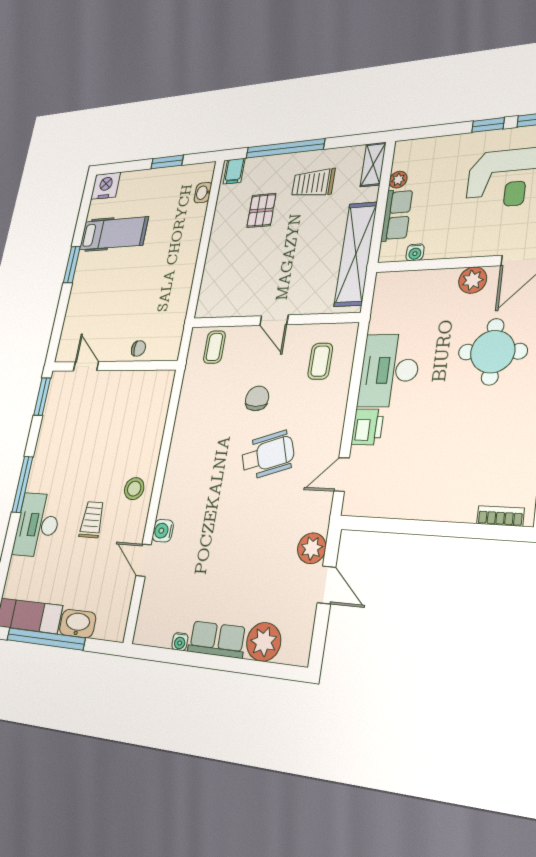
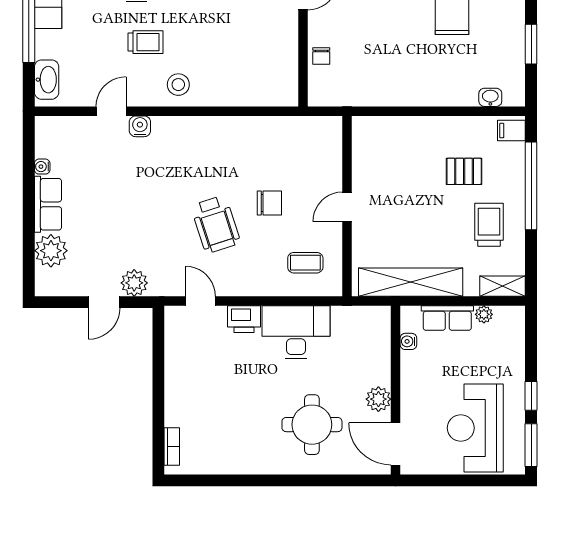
coffee table: (214, 347) -> (321, 146), removed
washbasin: (78, 624) -> (47, 80), moved

